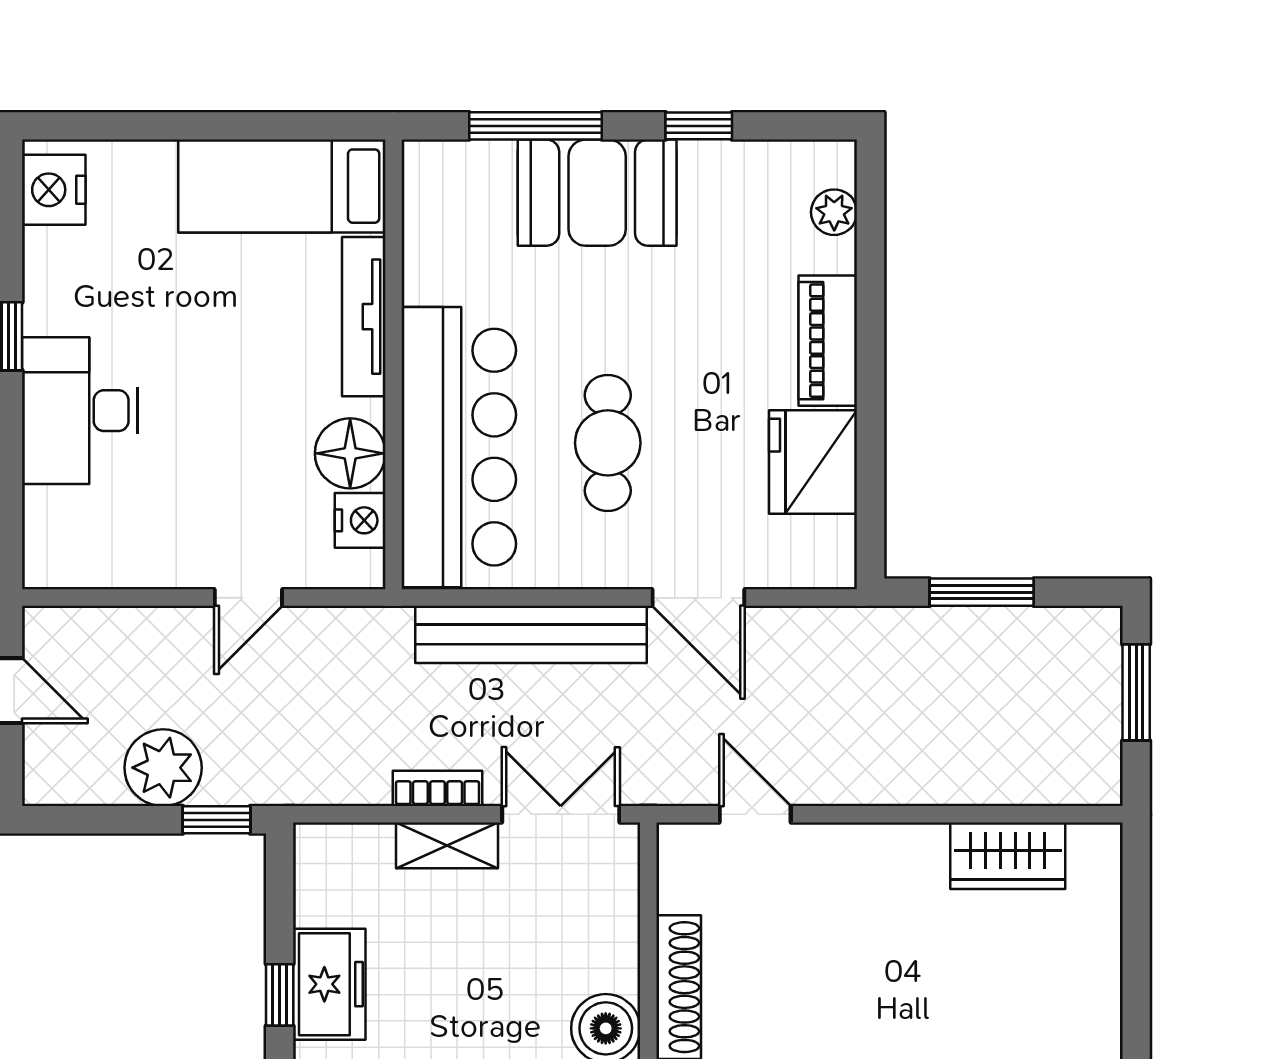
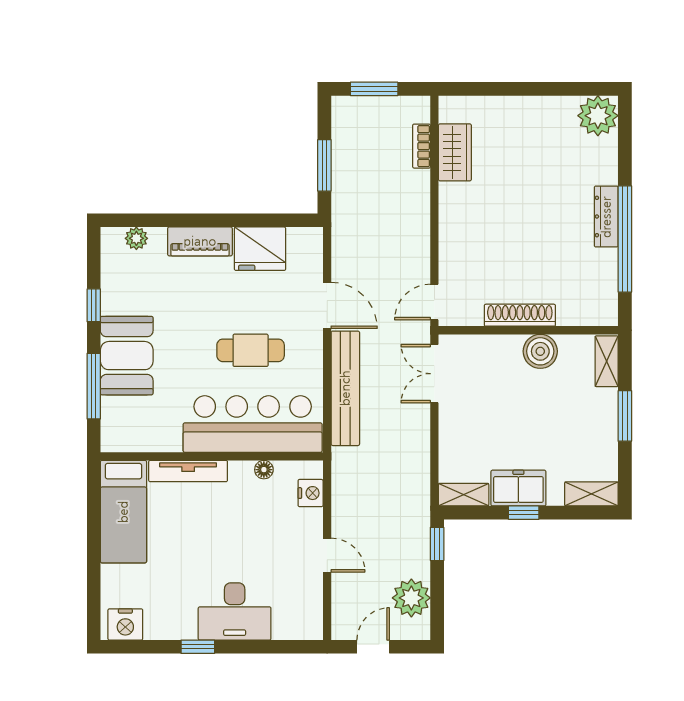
floor lamp: (350, 453) -> (264, 470), width x0.53, depth x0.53
nightstand: (360, 520) -> (311, 493), moved, turned 90
door: (248, 598) -> (327, 555), moved
door: (698, 598) -> (327, 305), hinge flipped
plant: (163, 768) -> (411, 598), moved
bookcase: (438, 788) -> (422, 146), moved
door: (755, 814) -> (434, 302), moved
shelving: (447, 845) -> (464, 495), moved, turned 90

